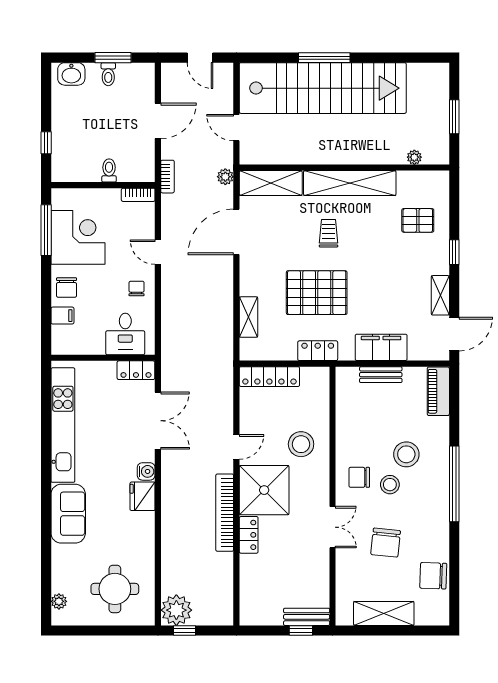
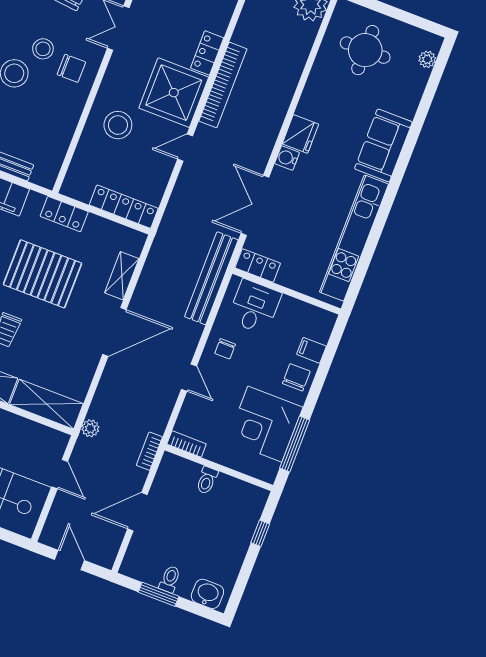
door: (236, 232) -> (114, 332), moved
bench: (171, 344) -> (211, 278), added

